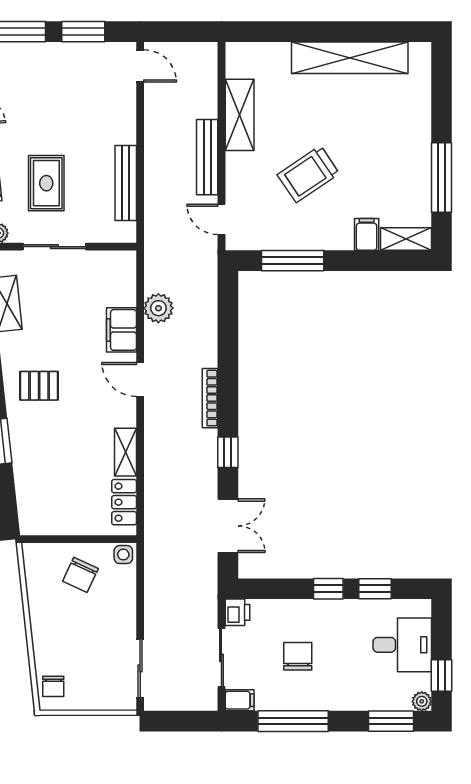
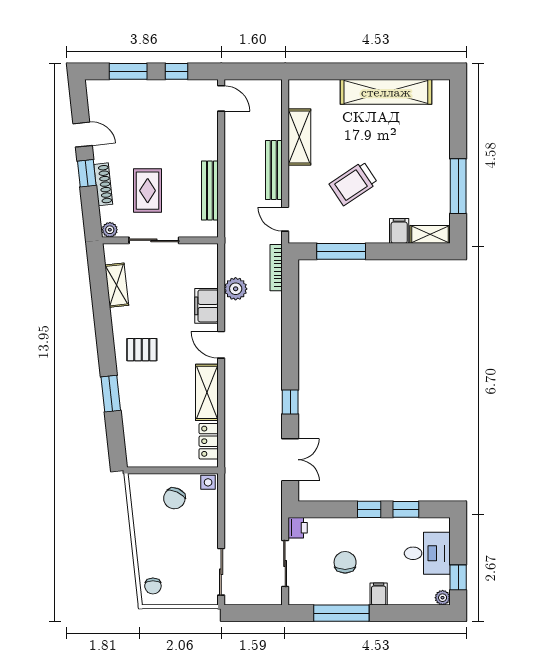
window: (83, 32) -> (176, 71), width x0.67
bookcase: (210, 398) -> (276, 268), moved
shelving: (125, 452) -> (207, 392), width x1.50, depth x1.33
filing cabinet: (240, 700) -> (379, 594), moved, turned -90
window: (391, 721) -> (418, 613), removed

